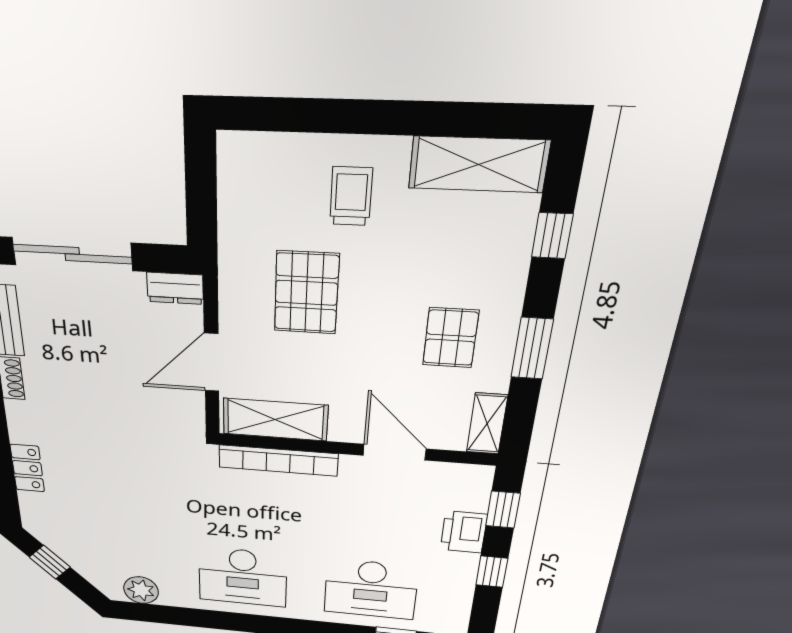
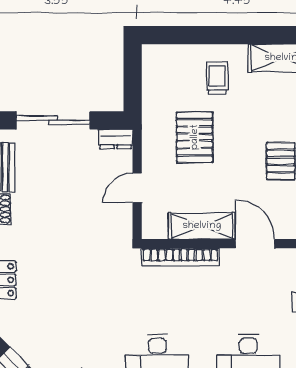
door: (212, 363) -> (137, 188), width x0.73
shelving: (275, 420) -> (202, 226), moved

